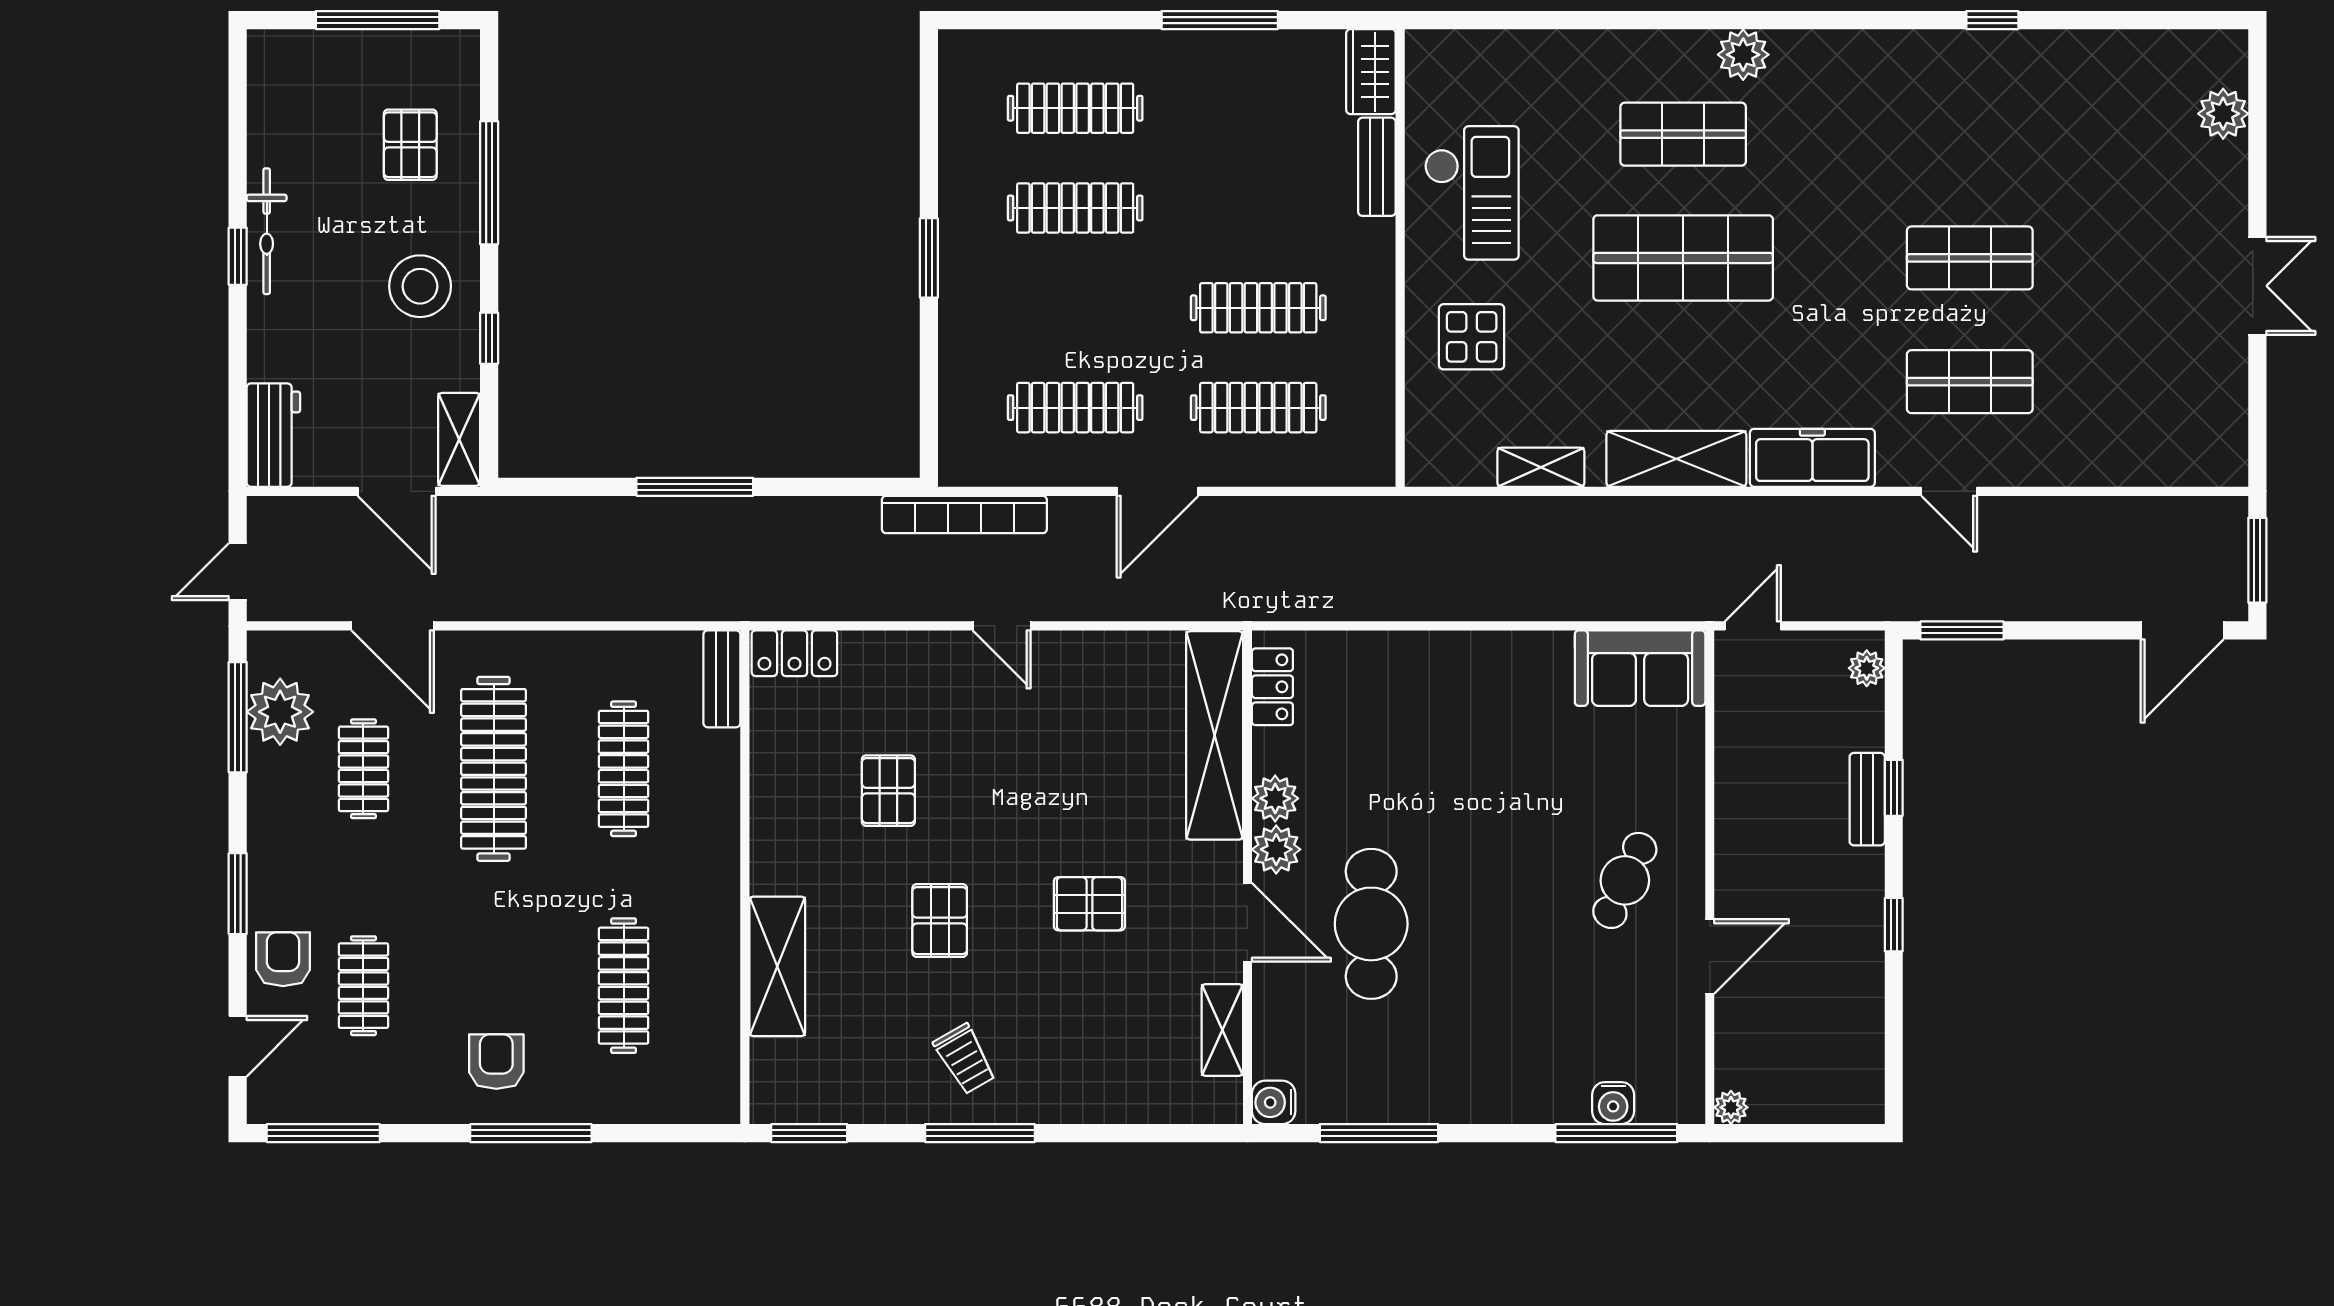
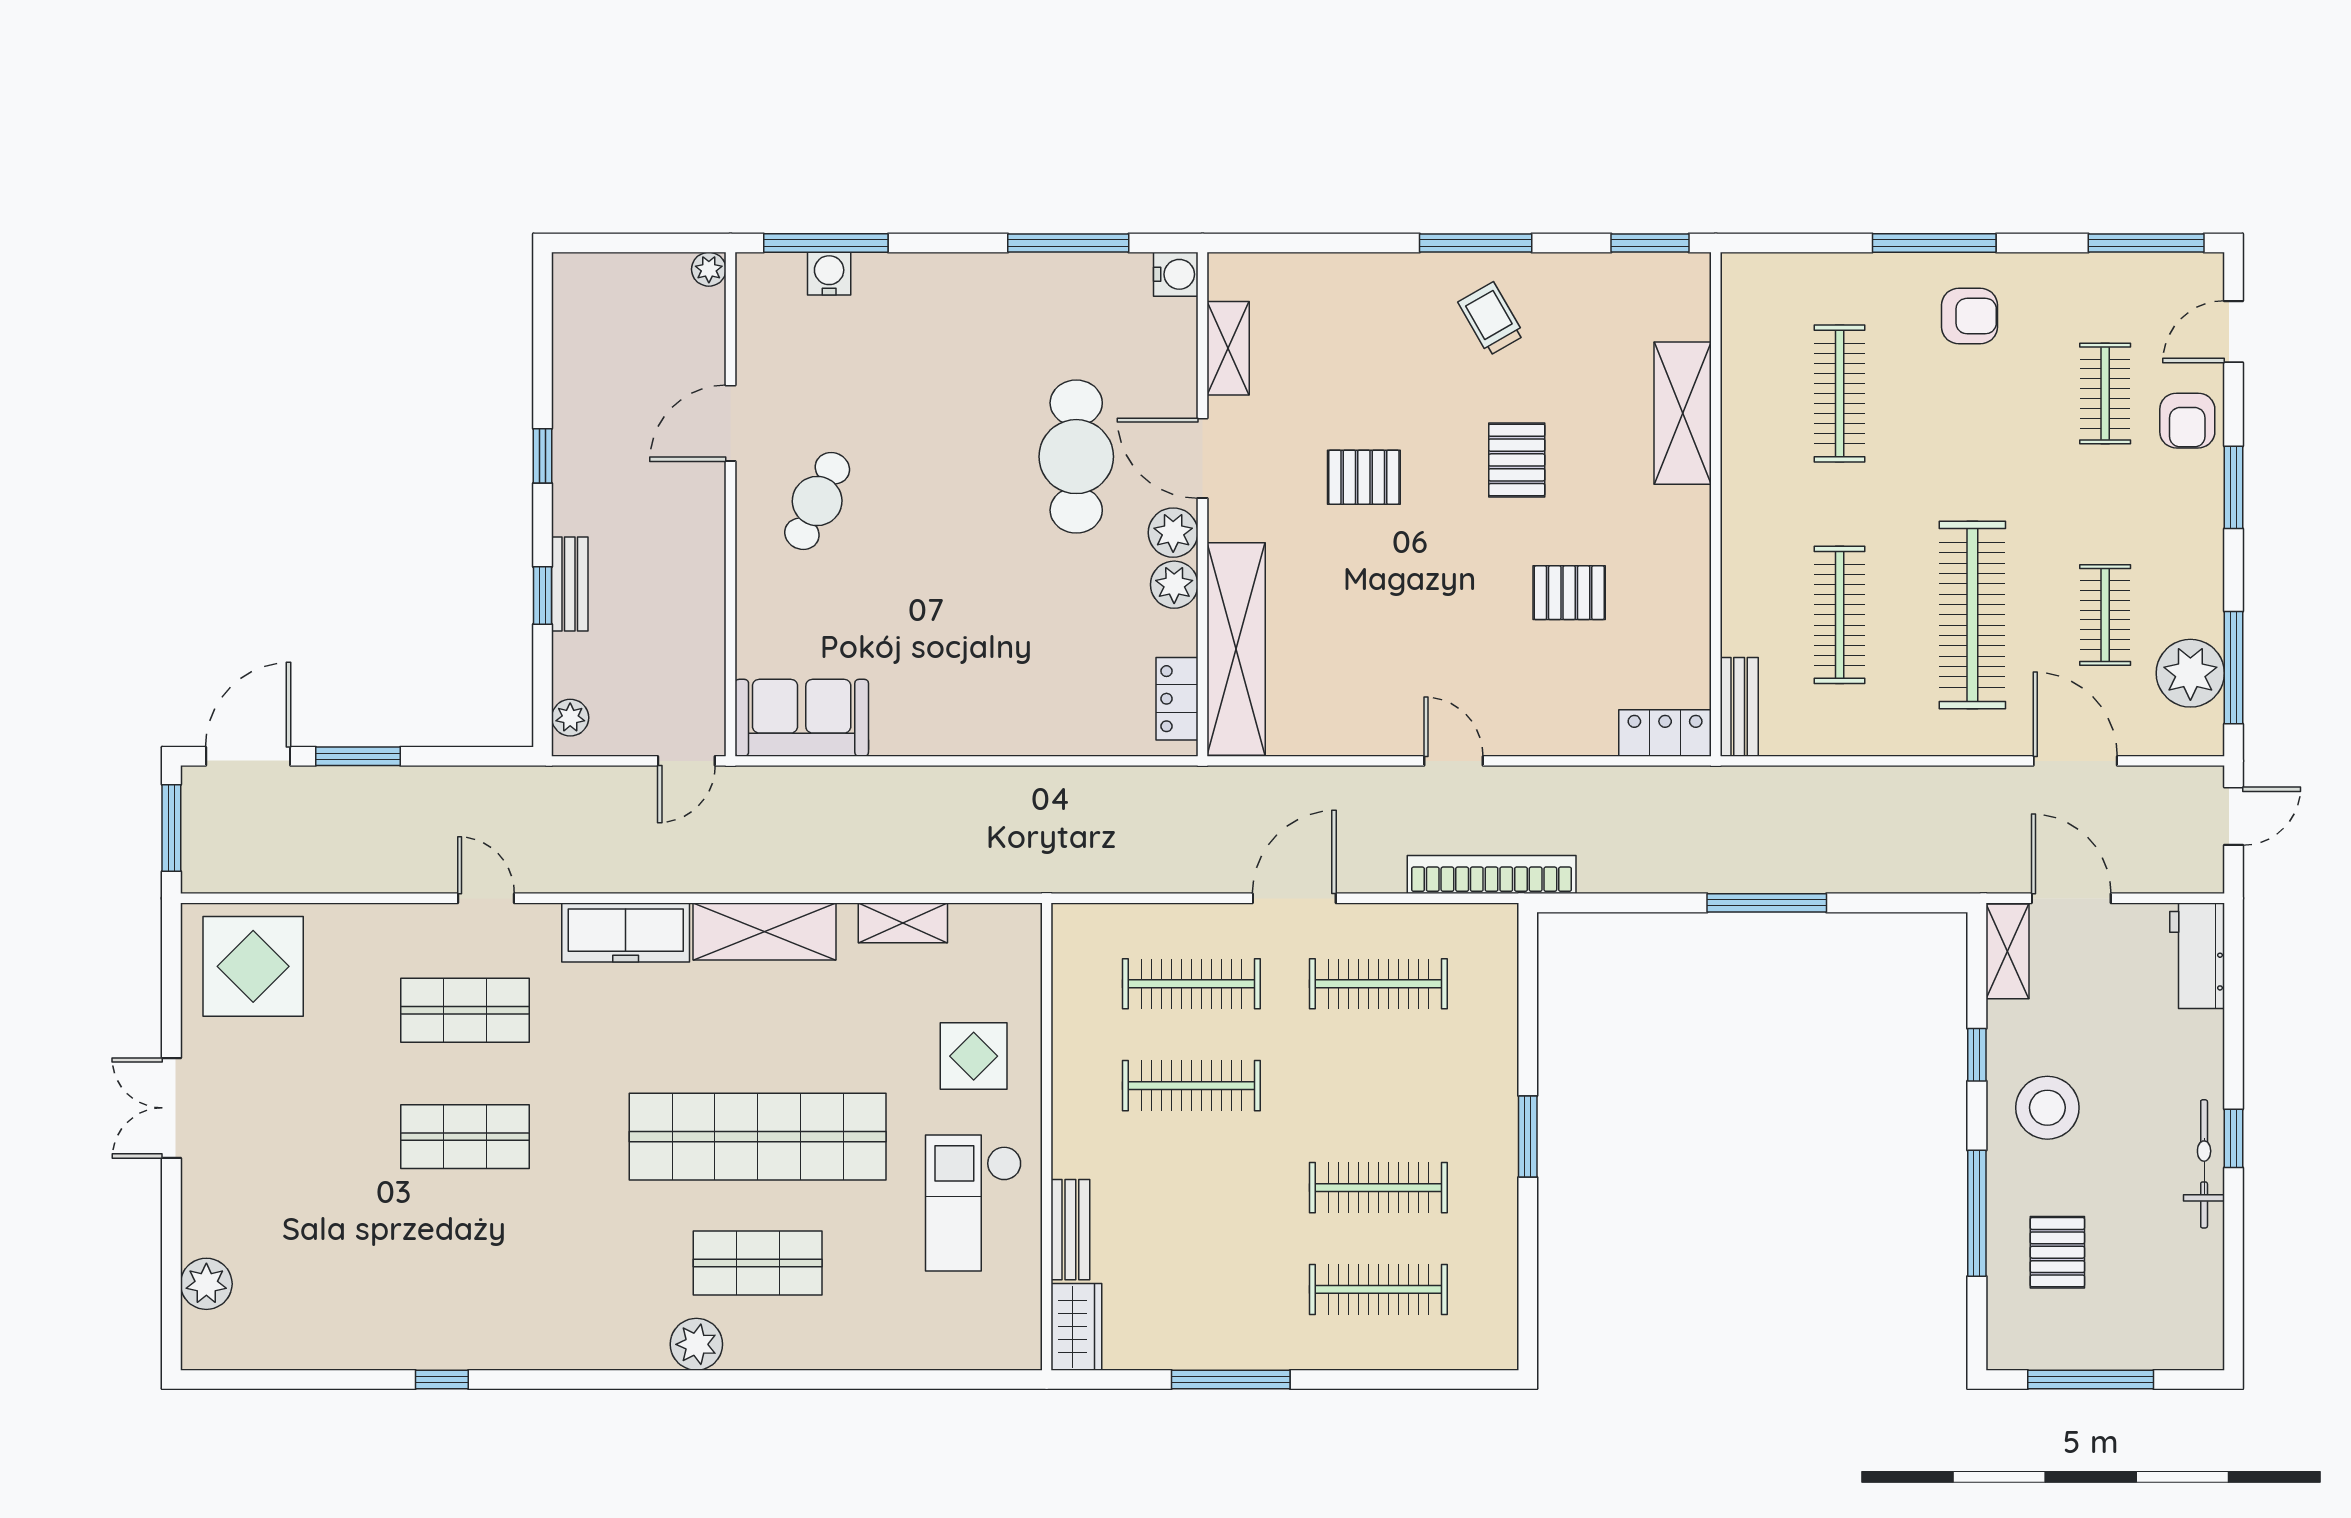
shop shelf: (1683, 258) -> (758, 1137), width x1.40
display table: (2177, 425) -> (253, 966), added
window: (1962, 630) -> (358, 756), moved
pallet: (888, 791) -> (1569, 593), turned 90
armchair: (496, 1062) -> (1969, 316), turned -90

